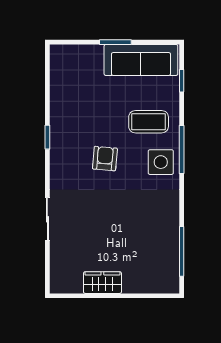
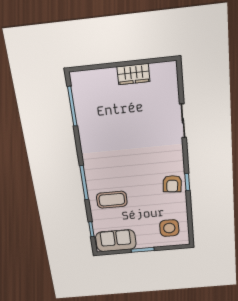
sofa: (141, 60) -> (116, 241), width x0.73
armchair: (105, 159) -> (172, 184), moved
side table: (161, 162) -> (169, 228), moved

